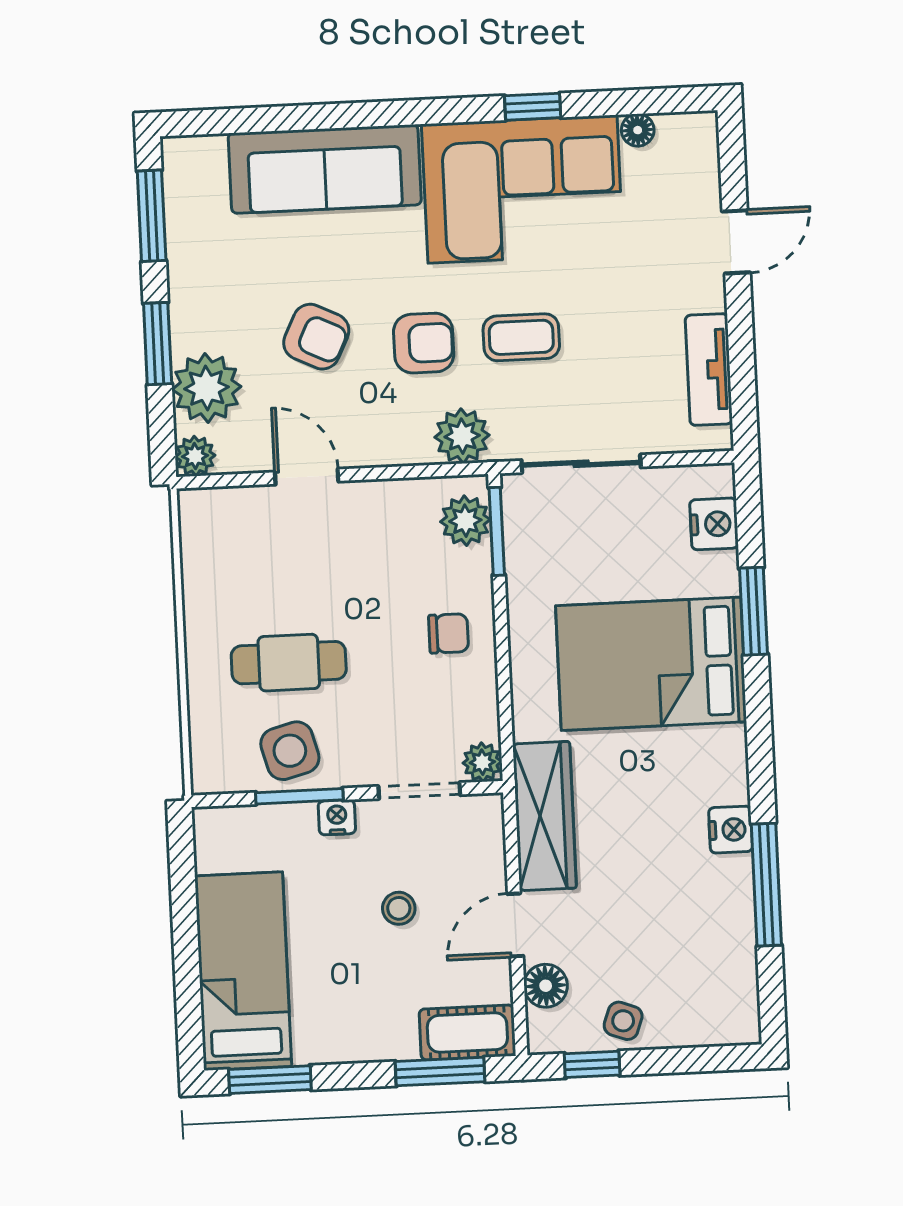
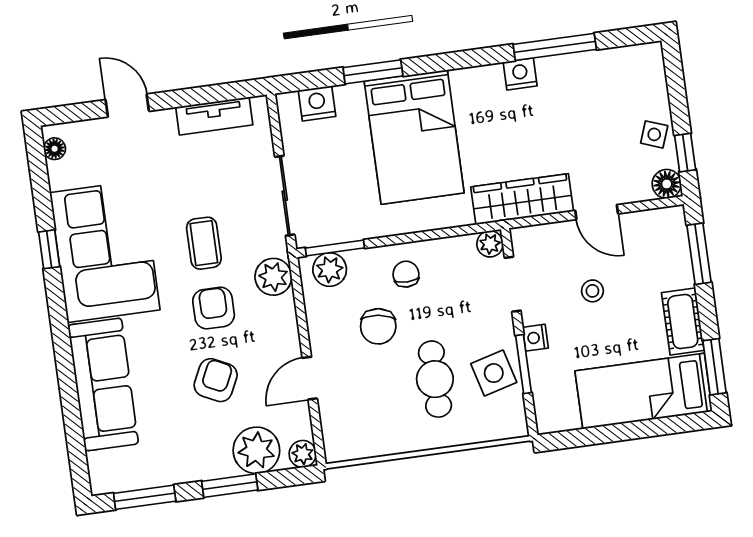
floor lamp: (638, 130) -> (55, 149), moved
chair: (375, 585) -> (378, 326), added
floor lamp: (546, 986) -> (667, 184), moved
cot: (467, 1033) -> (683, 322), moved

